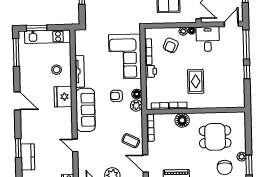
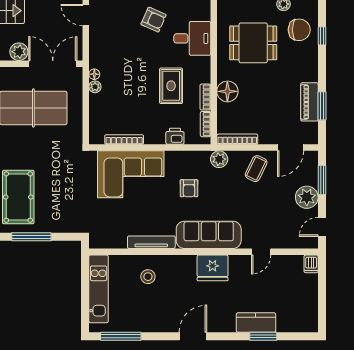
window: (37, 28) -> (85, 305), removed
desk: (208, 39) -> (192, 38), moved, turned 180
armchair: (171, 45) -> (154, 20), moved
printer: (151, 71) -> (175, 136), moved
rug: (196, 81) -> (171, 86), moved, turned 90
floor lamp: (137, 94) -> (187, 158), removed
fridge: (63, 97) -> (213, 268), moved
plant: (136, 106) -> (219, 159), moved
dining table: (215, 137) -> (253, 43), turned 90
kitchen counter: (28, 157) -> (256, 323), moved

